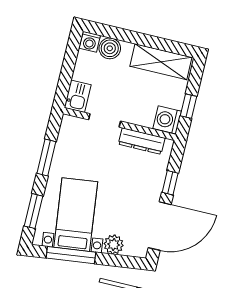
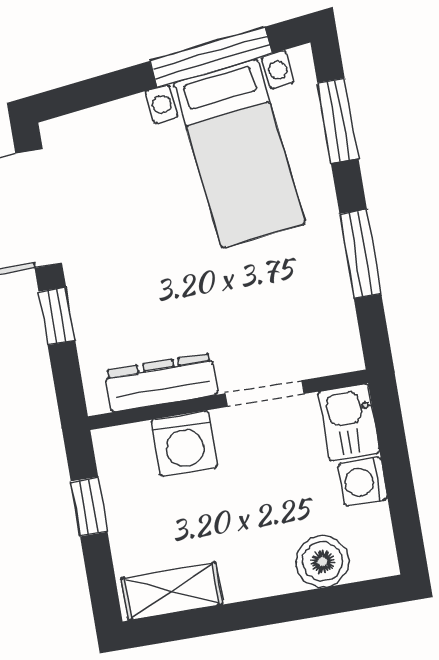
washing machine: (90, 42) -> (363, 481), moved, turned -90
shelving: (161, 62) -> (172, 591), width x0.67, depth x0.75
washing machine: (167, 120) -> (184, 444), moved, turned 90
plant: (114, 245) -> (125, 122), removed

